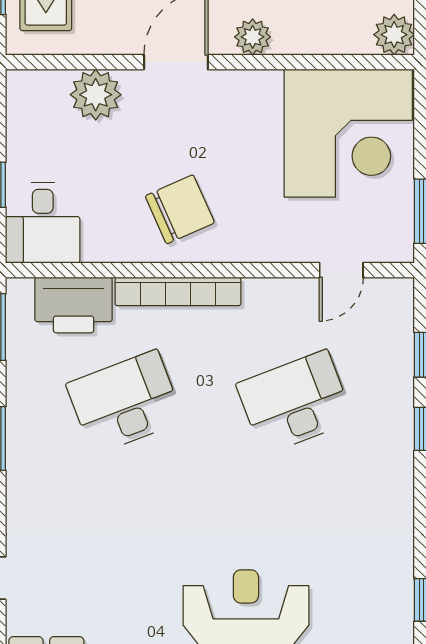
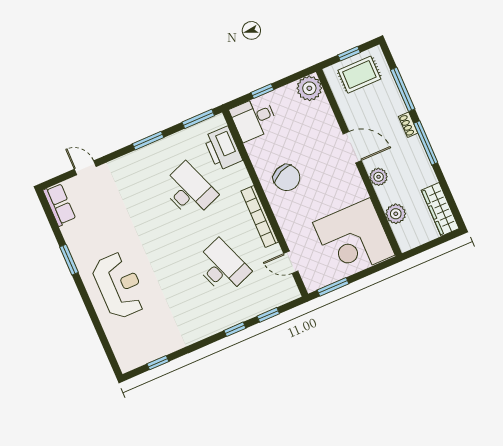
plant: (394, 35) -> (396, 214), moved
plant: (96, 95) -> (309, 88), moved
bookcase: (178, 291) -> (260, 217), moved

